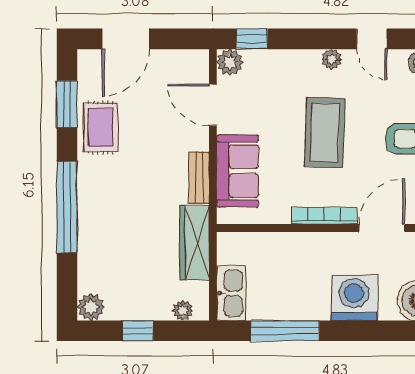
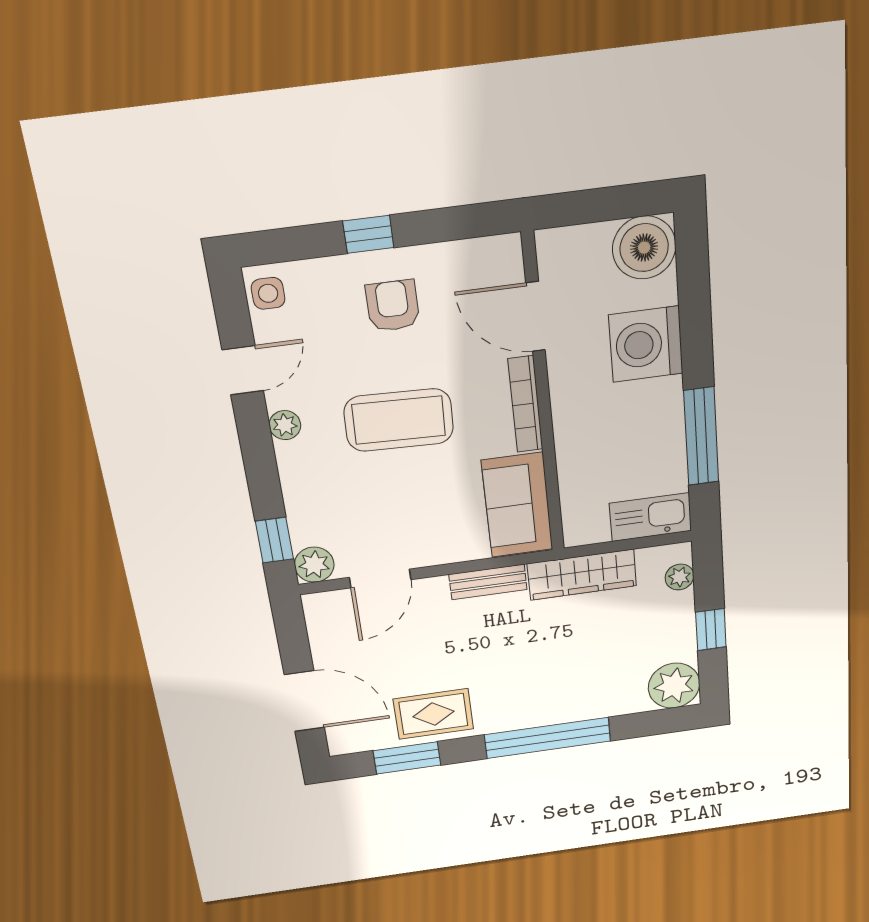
sofa: (238, 171) -> (517, 505), moved, turned -90
plant: (91, 307) -> (674, 686), width x1.36, depth x1.36

